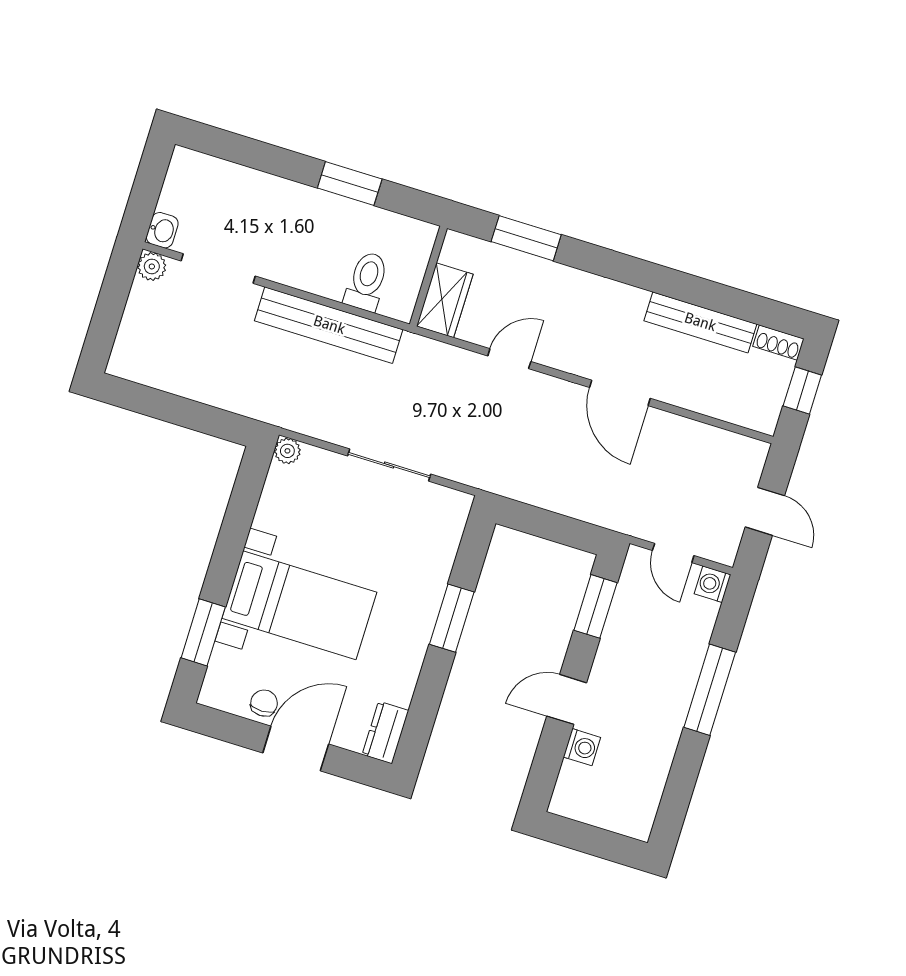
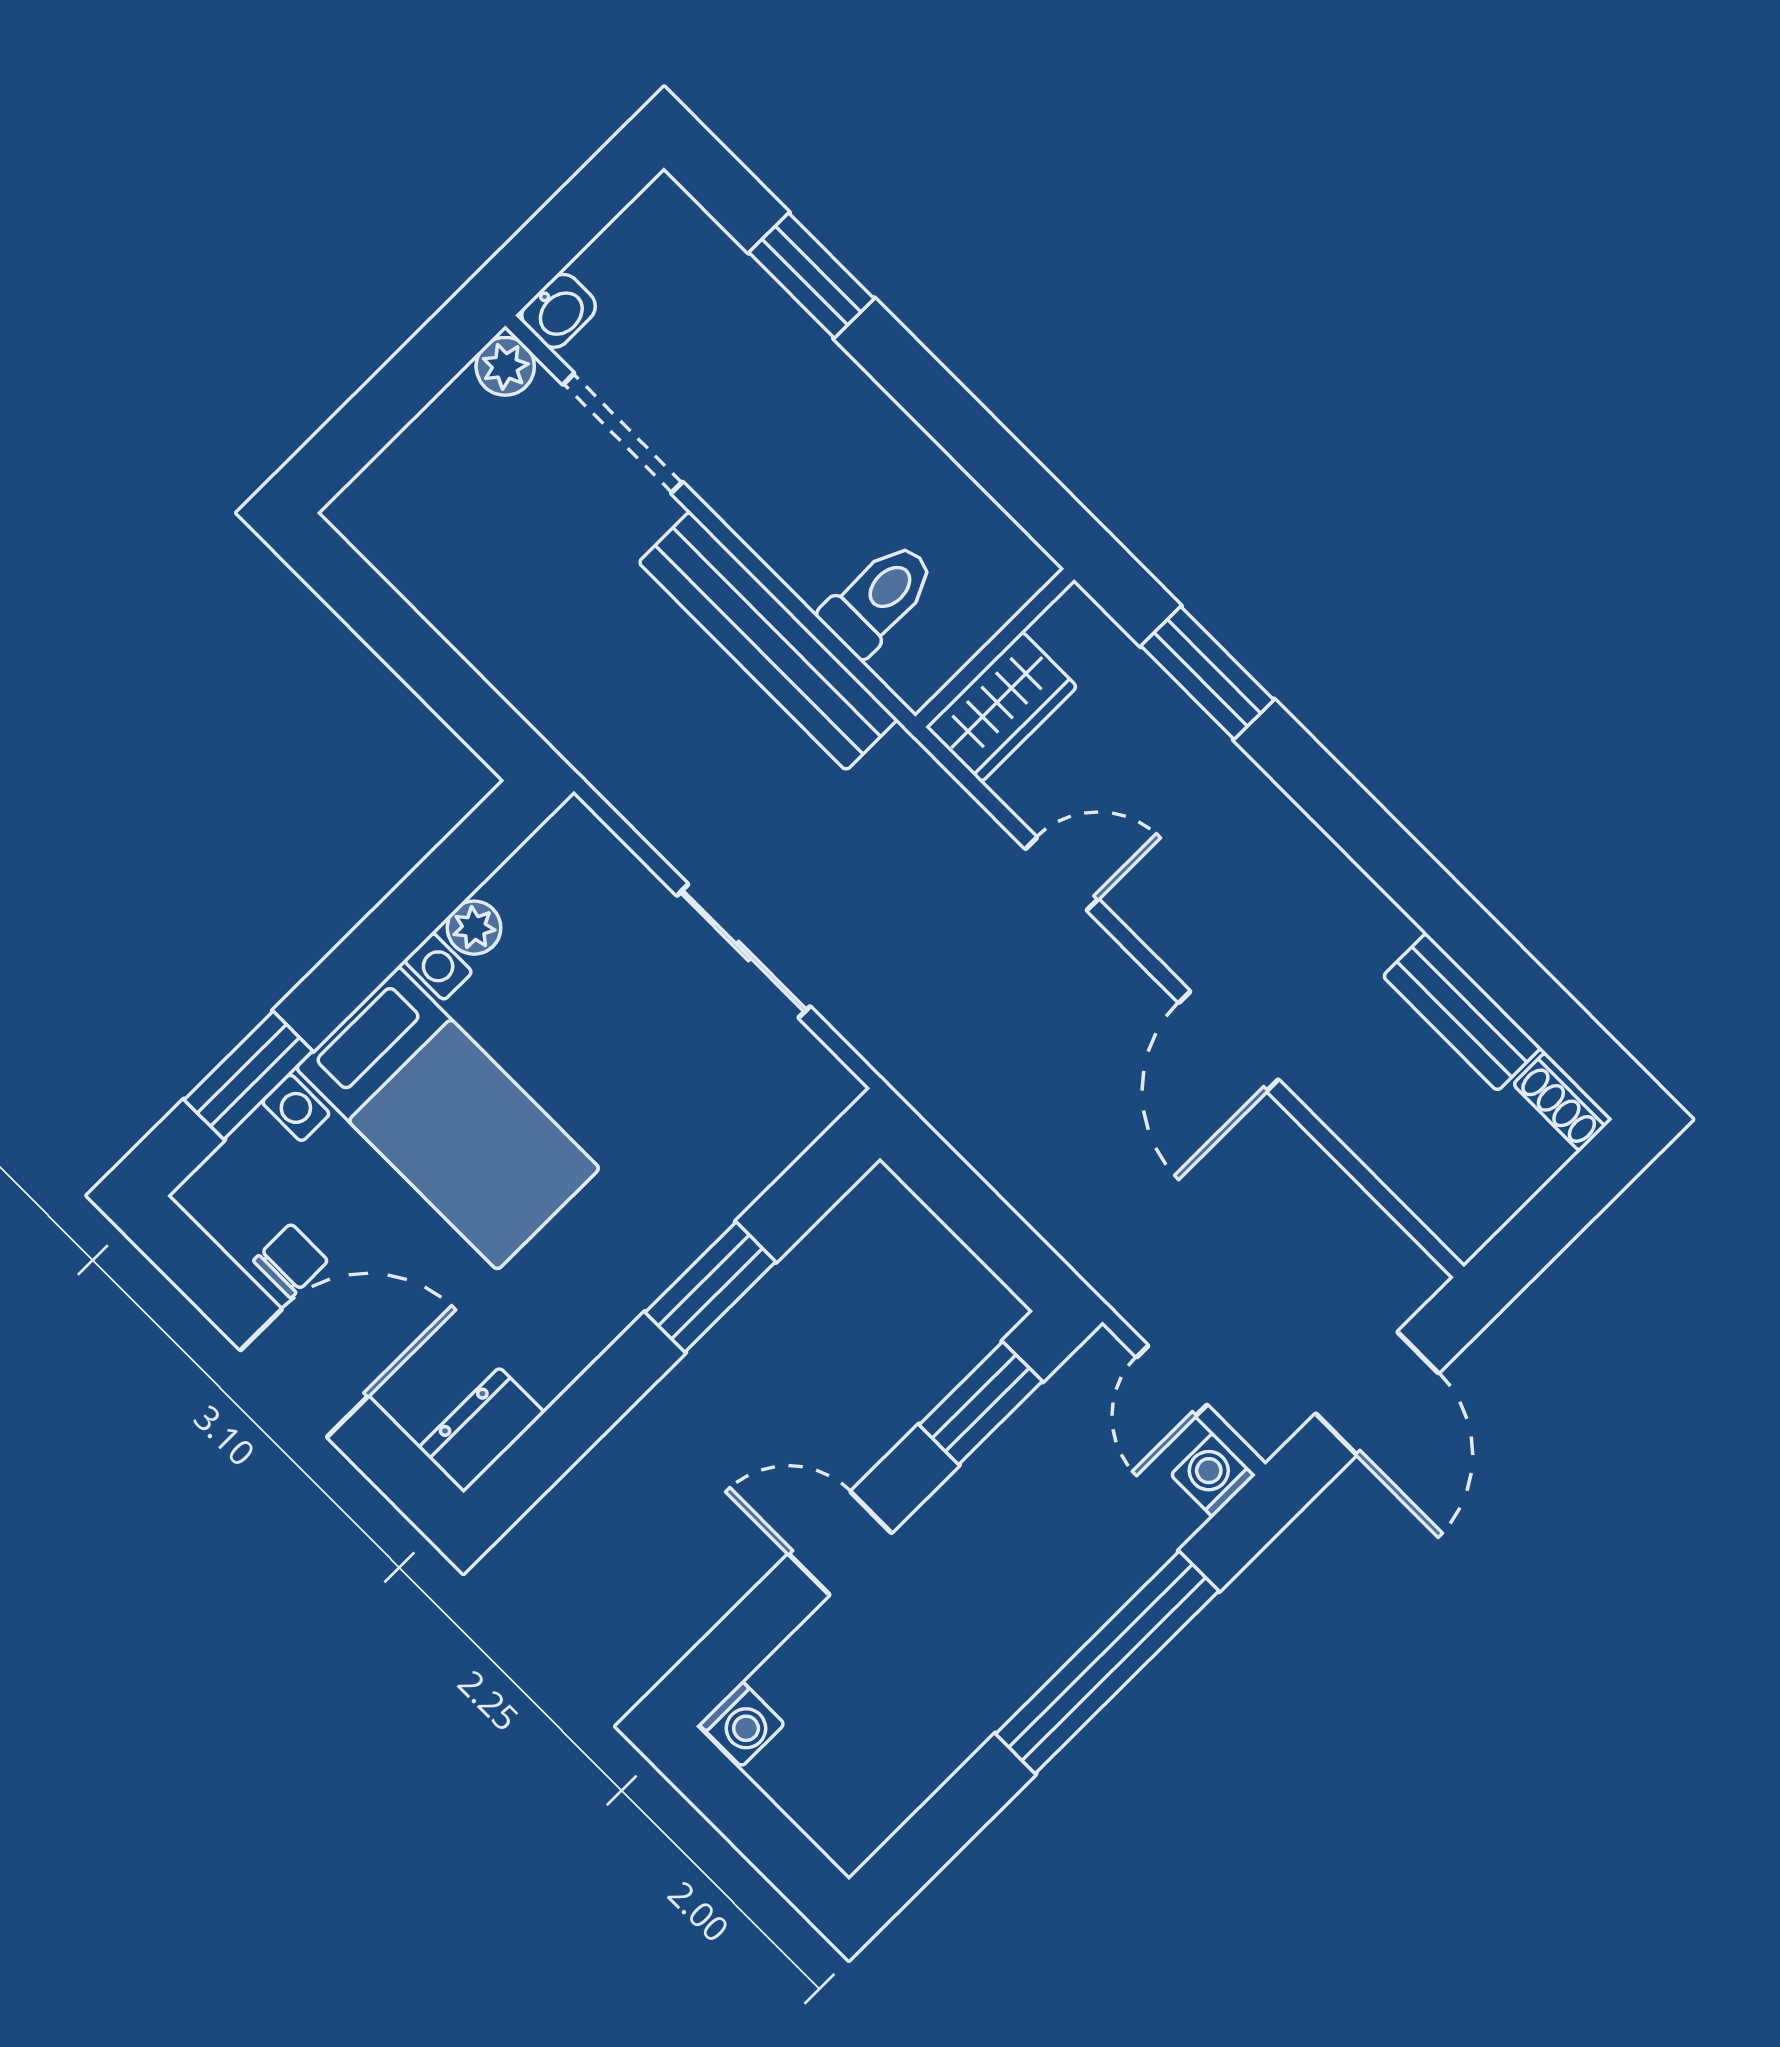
window: (350, 184) -> (811, 276), moved
bench: (700, 322) -> (1462, 1012), width x0.73
window: (802, 391) -> (1560, 1211), removed
plant: (287, 451) -> (474, 928), moved
door: (765, 511) -> (1377, 1393), width x1.38
window: (710, 690) -> (1107, 1662), width x1.46
washing machine: (582, 747) -> (742, 1724), moved

